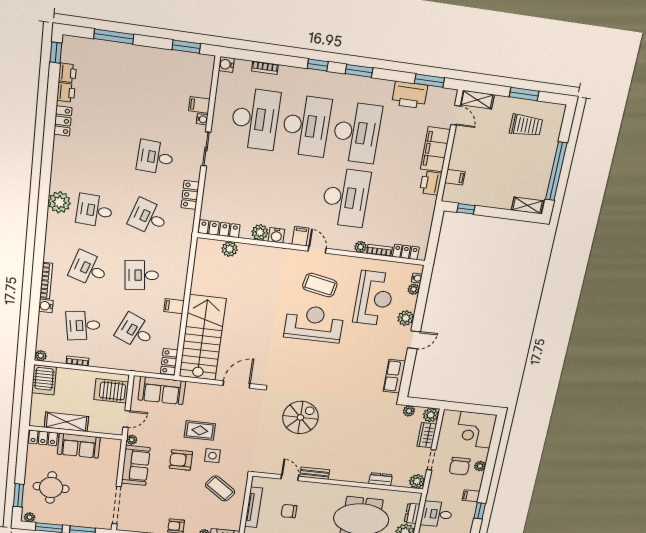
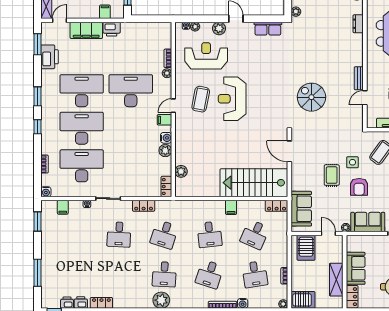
filing cabinet: (199, 105) -> (63, 207), moved
locker: (219, 229) -> (166, 187), width x0.66
locker: (406, 252) -> (166, 38), removed

